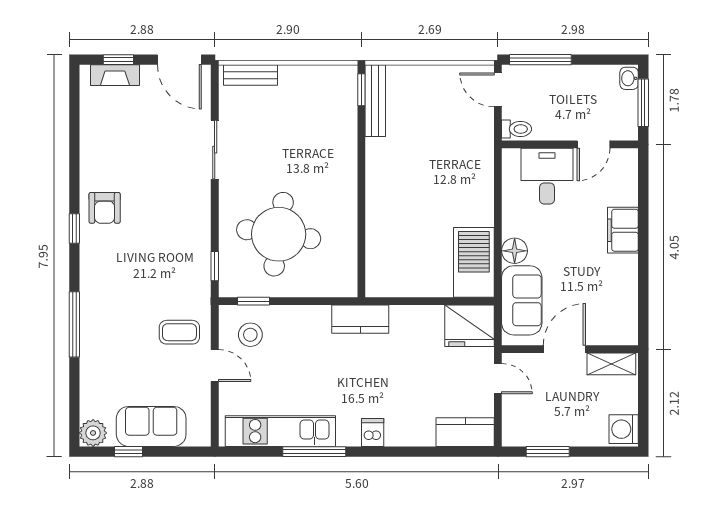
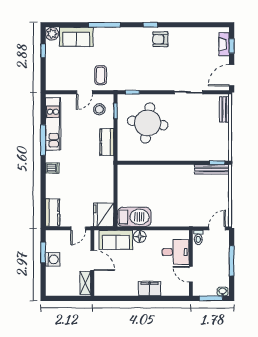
window: (540, 60) -> (232, 261), moved
kitchen counter: (360, 319) -> (107, 142), moved
sofa: (151, 426) -> (76, 37), moved, turned 90
washing machine: (624, 429) -> (53, 259), moved, turned 90

